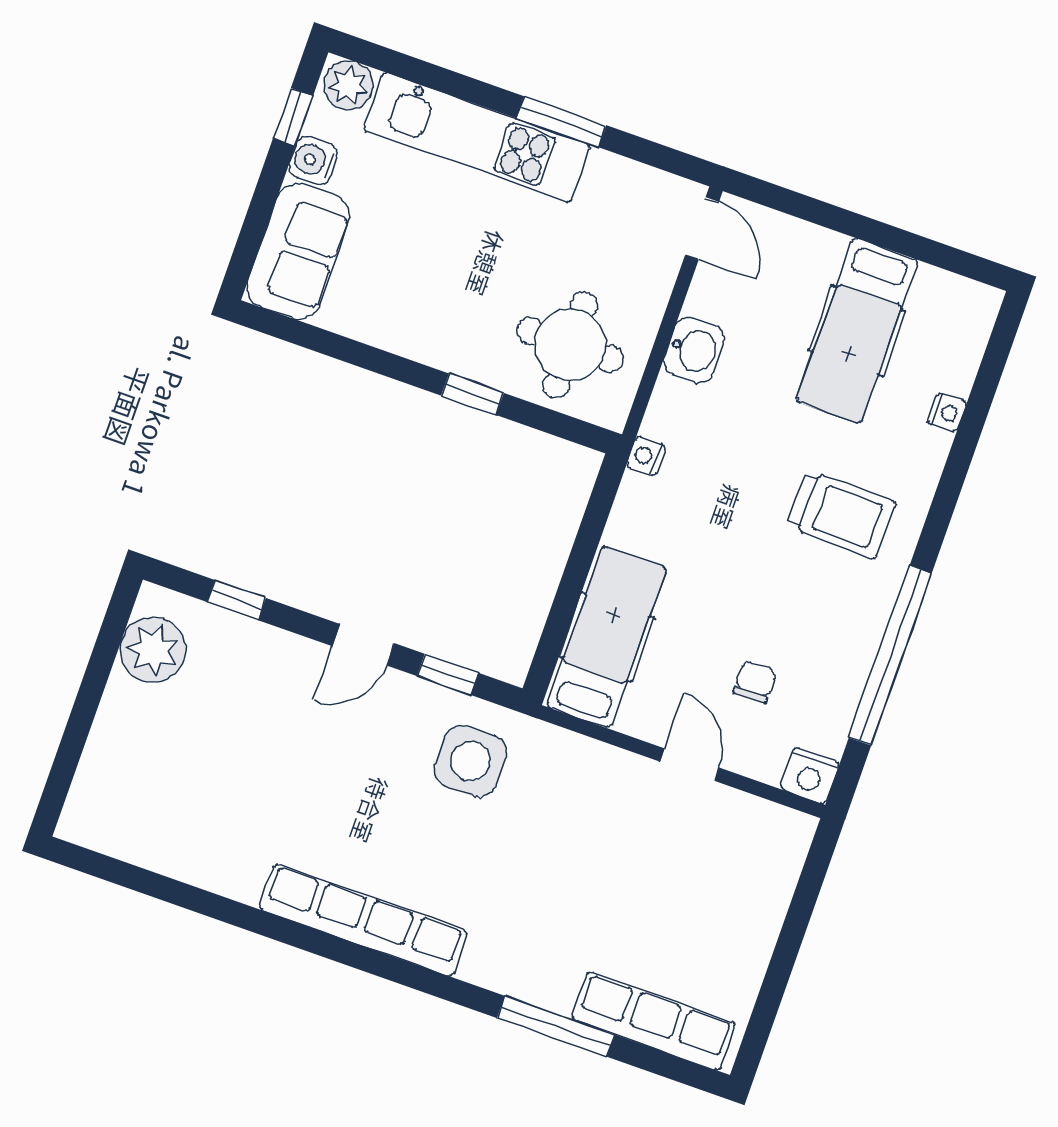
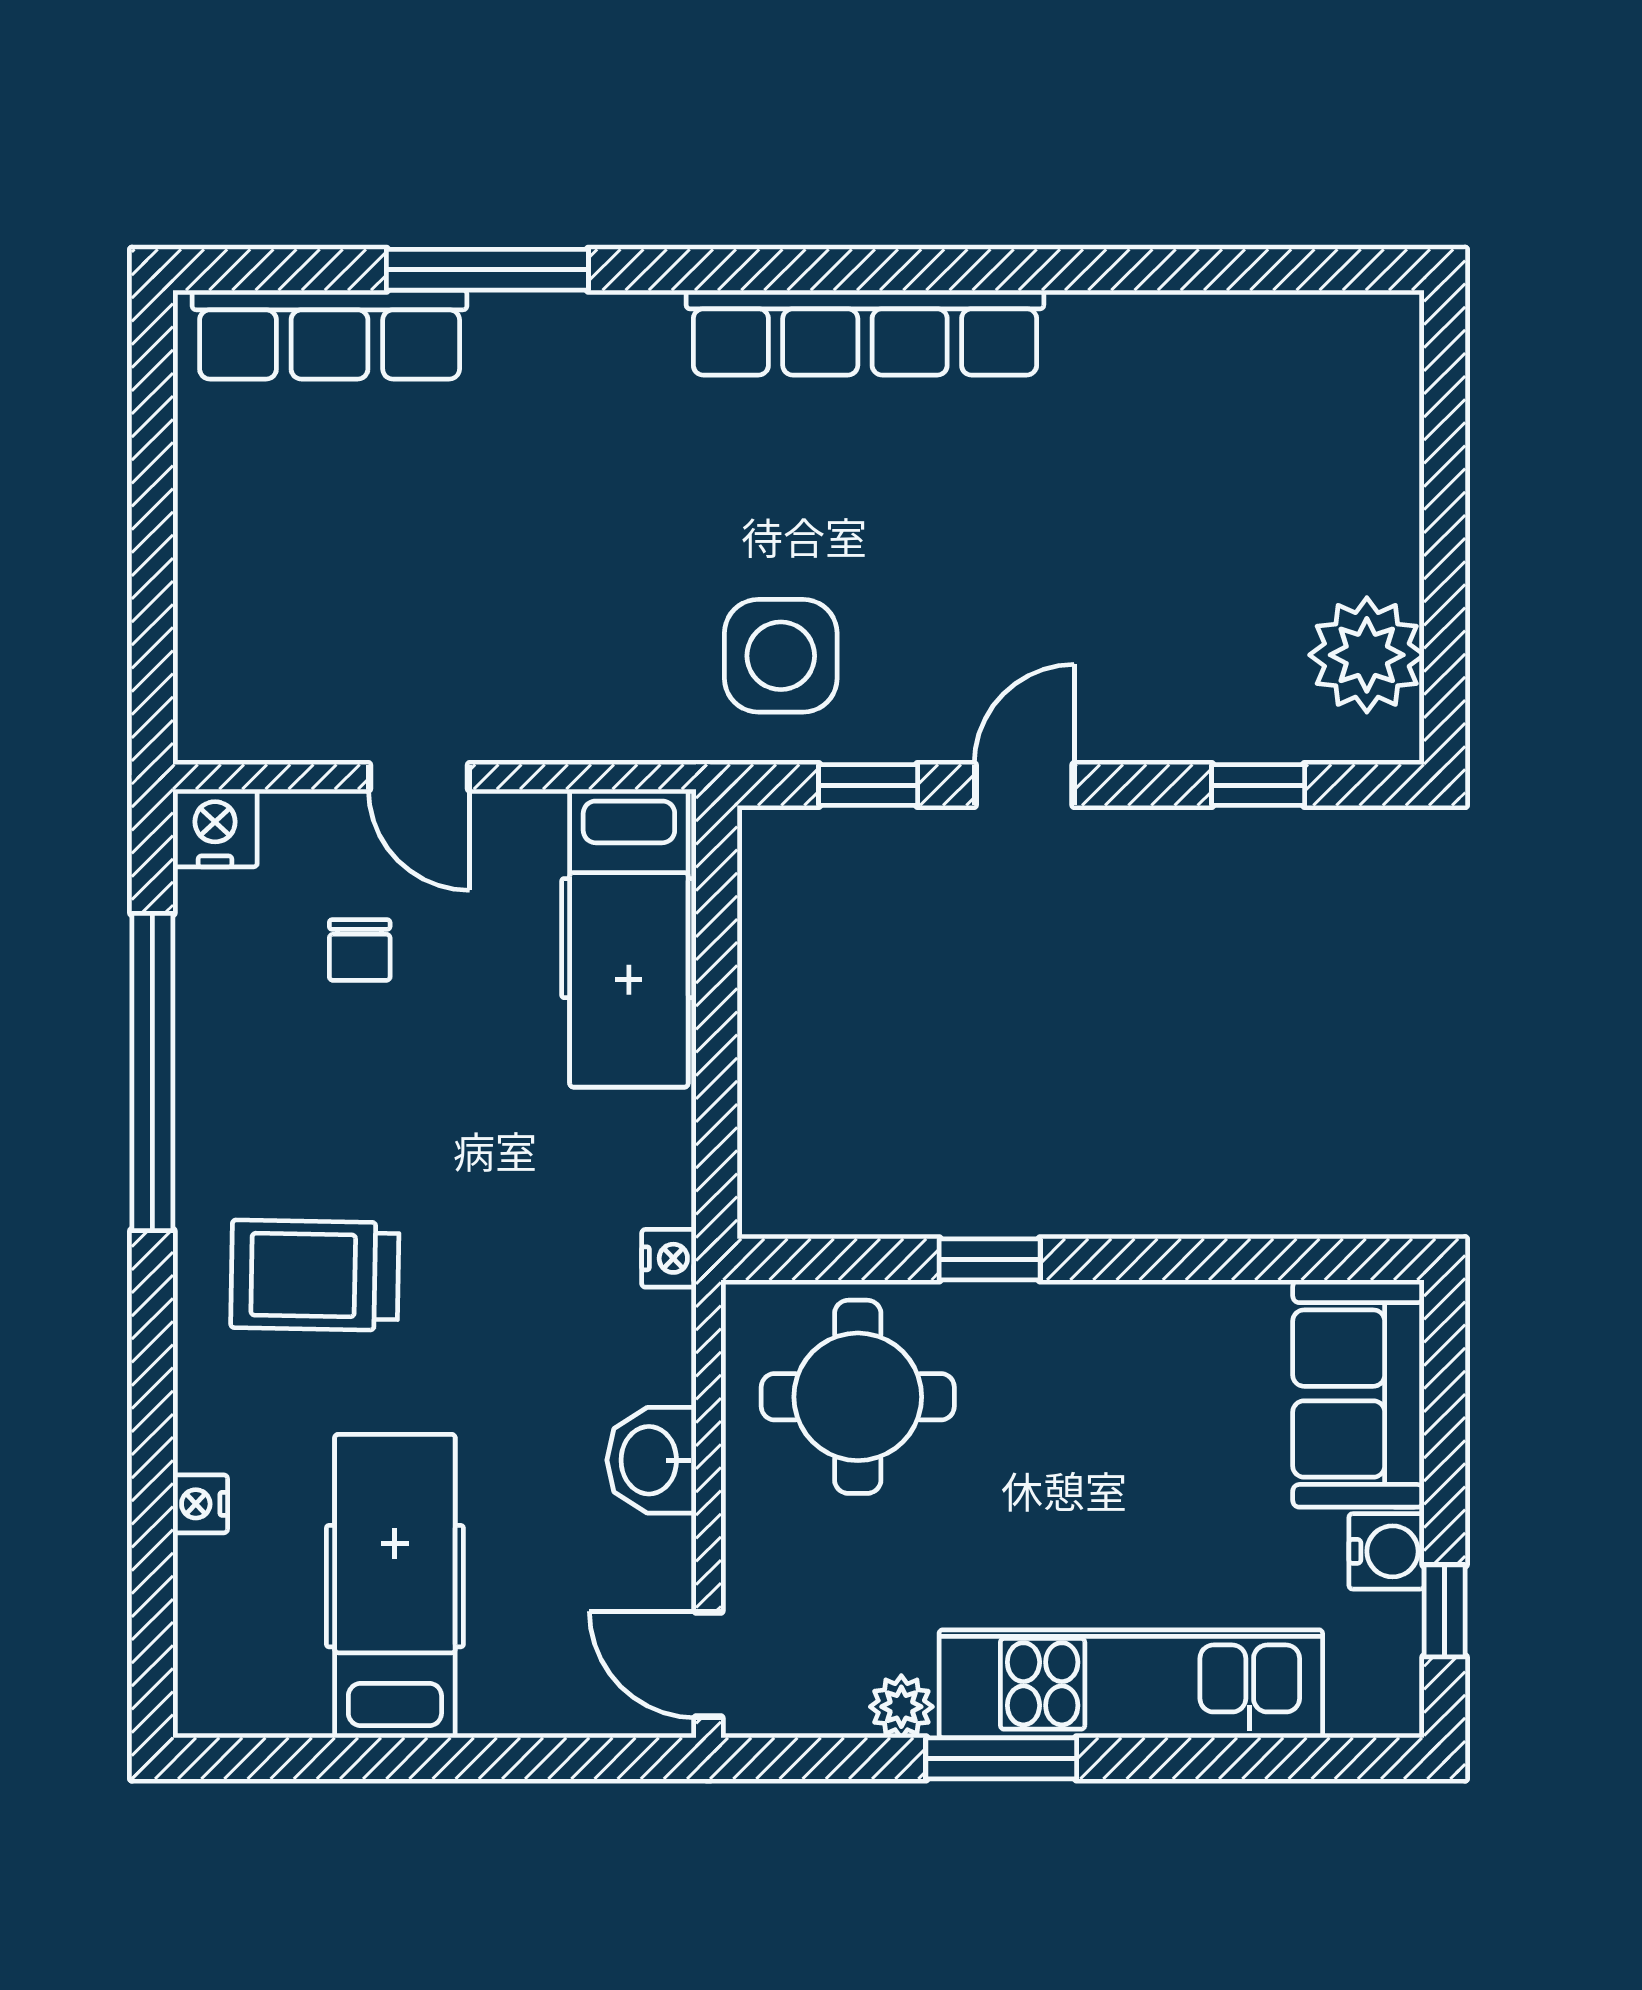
plant: (348, 85) -> (901, 1707), moved, width x0.73, depth x0.73

